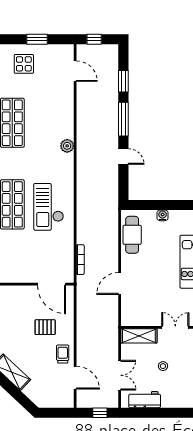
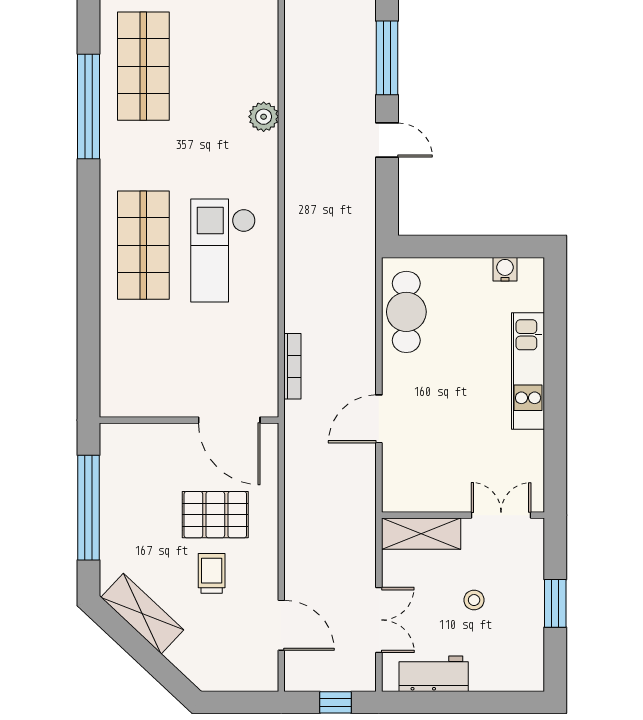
water cooler: (163, 215) -> (505, 269), moved
pallet: (45, 327) -> (215, 515), width x1.50, depth x1.42
trolley: (63, 354) -> (212, 573), moved

